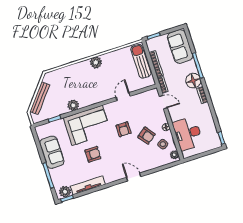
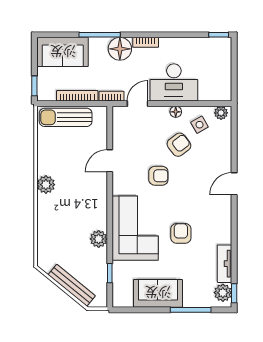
door: (123, 97) -> (110, 161), hinge flipped
desk: (188, 134) -> (174, 82), moved
tv unit: (88, 185) -> (225, 264), width x0.71

